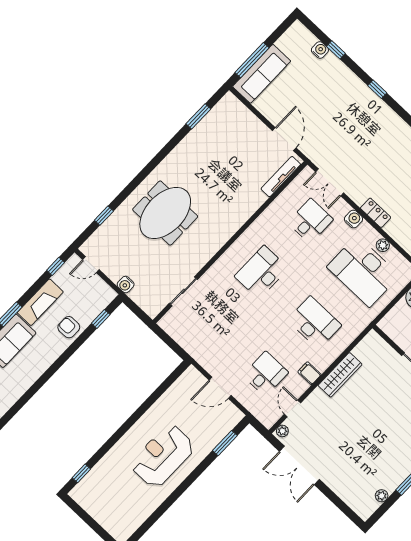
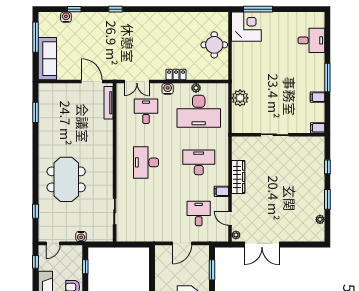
window: (252, 60) -> (35, 37), moved

